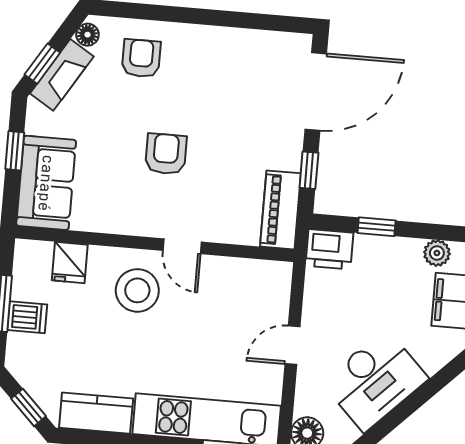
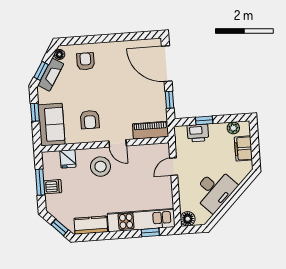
door: (316, 91) -> (167, 64), swing flipped
armchair: (166, 154) -> (90, 120), moved, turned 180
piano: (281, 210) -> (151, 130), moved, turned 90
printer: (329, 249) -> (198, 133), moved
door: (292, 345) -> (174, 167), moved

